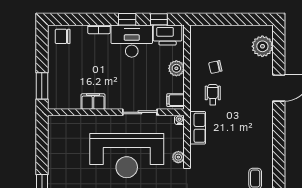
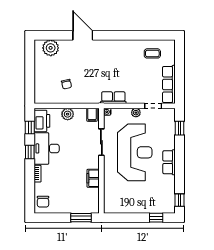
wheelchair: (213, 95) -> (88, 86), removed

